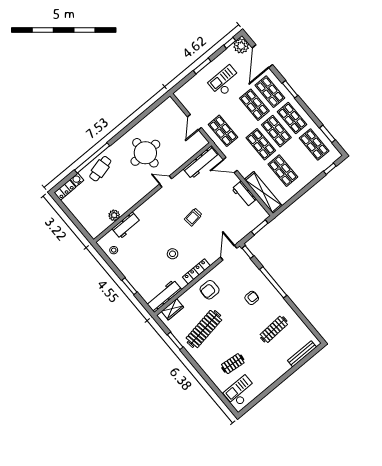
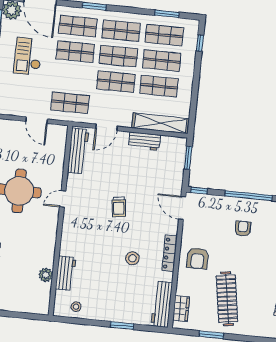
shop shelf: (298, 158) -> (162, 61), added

